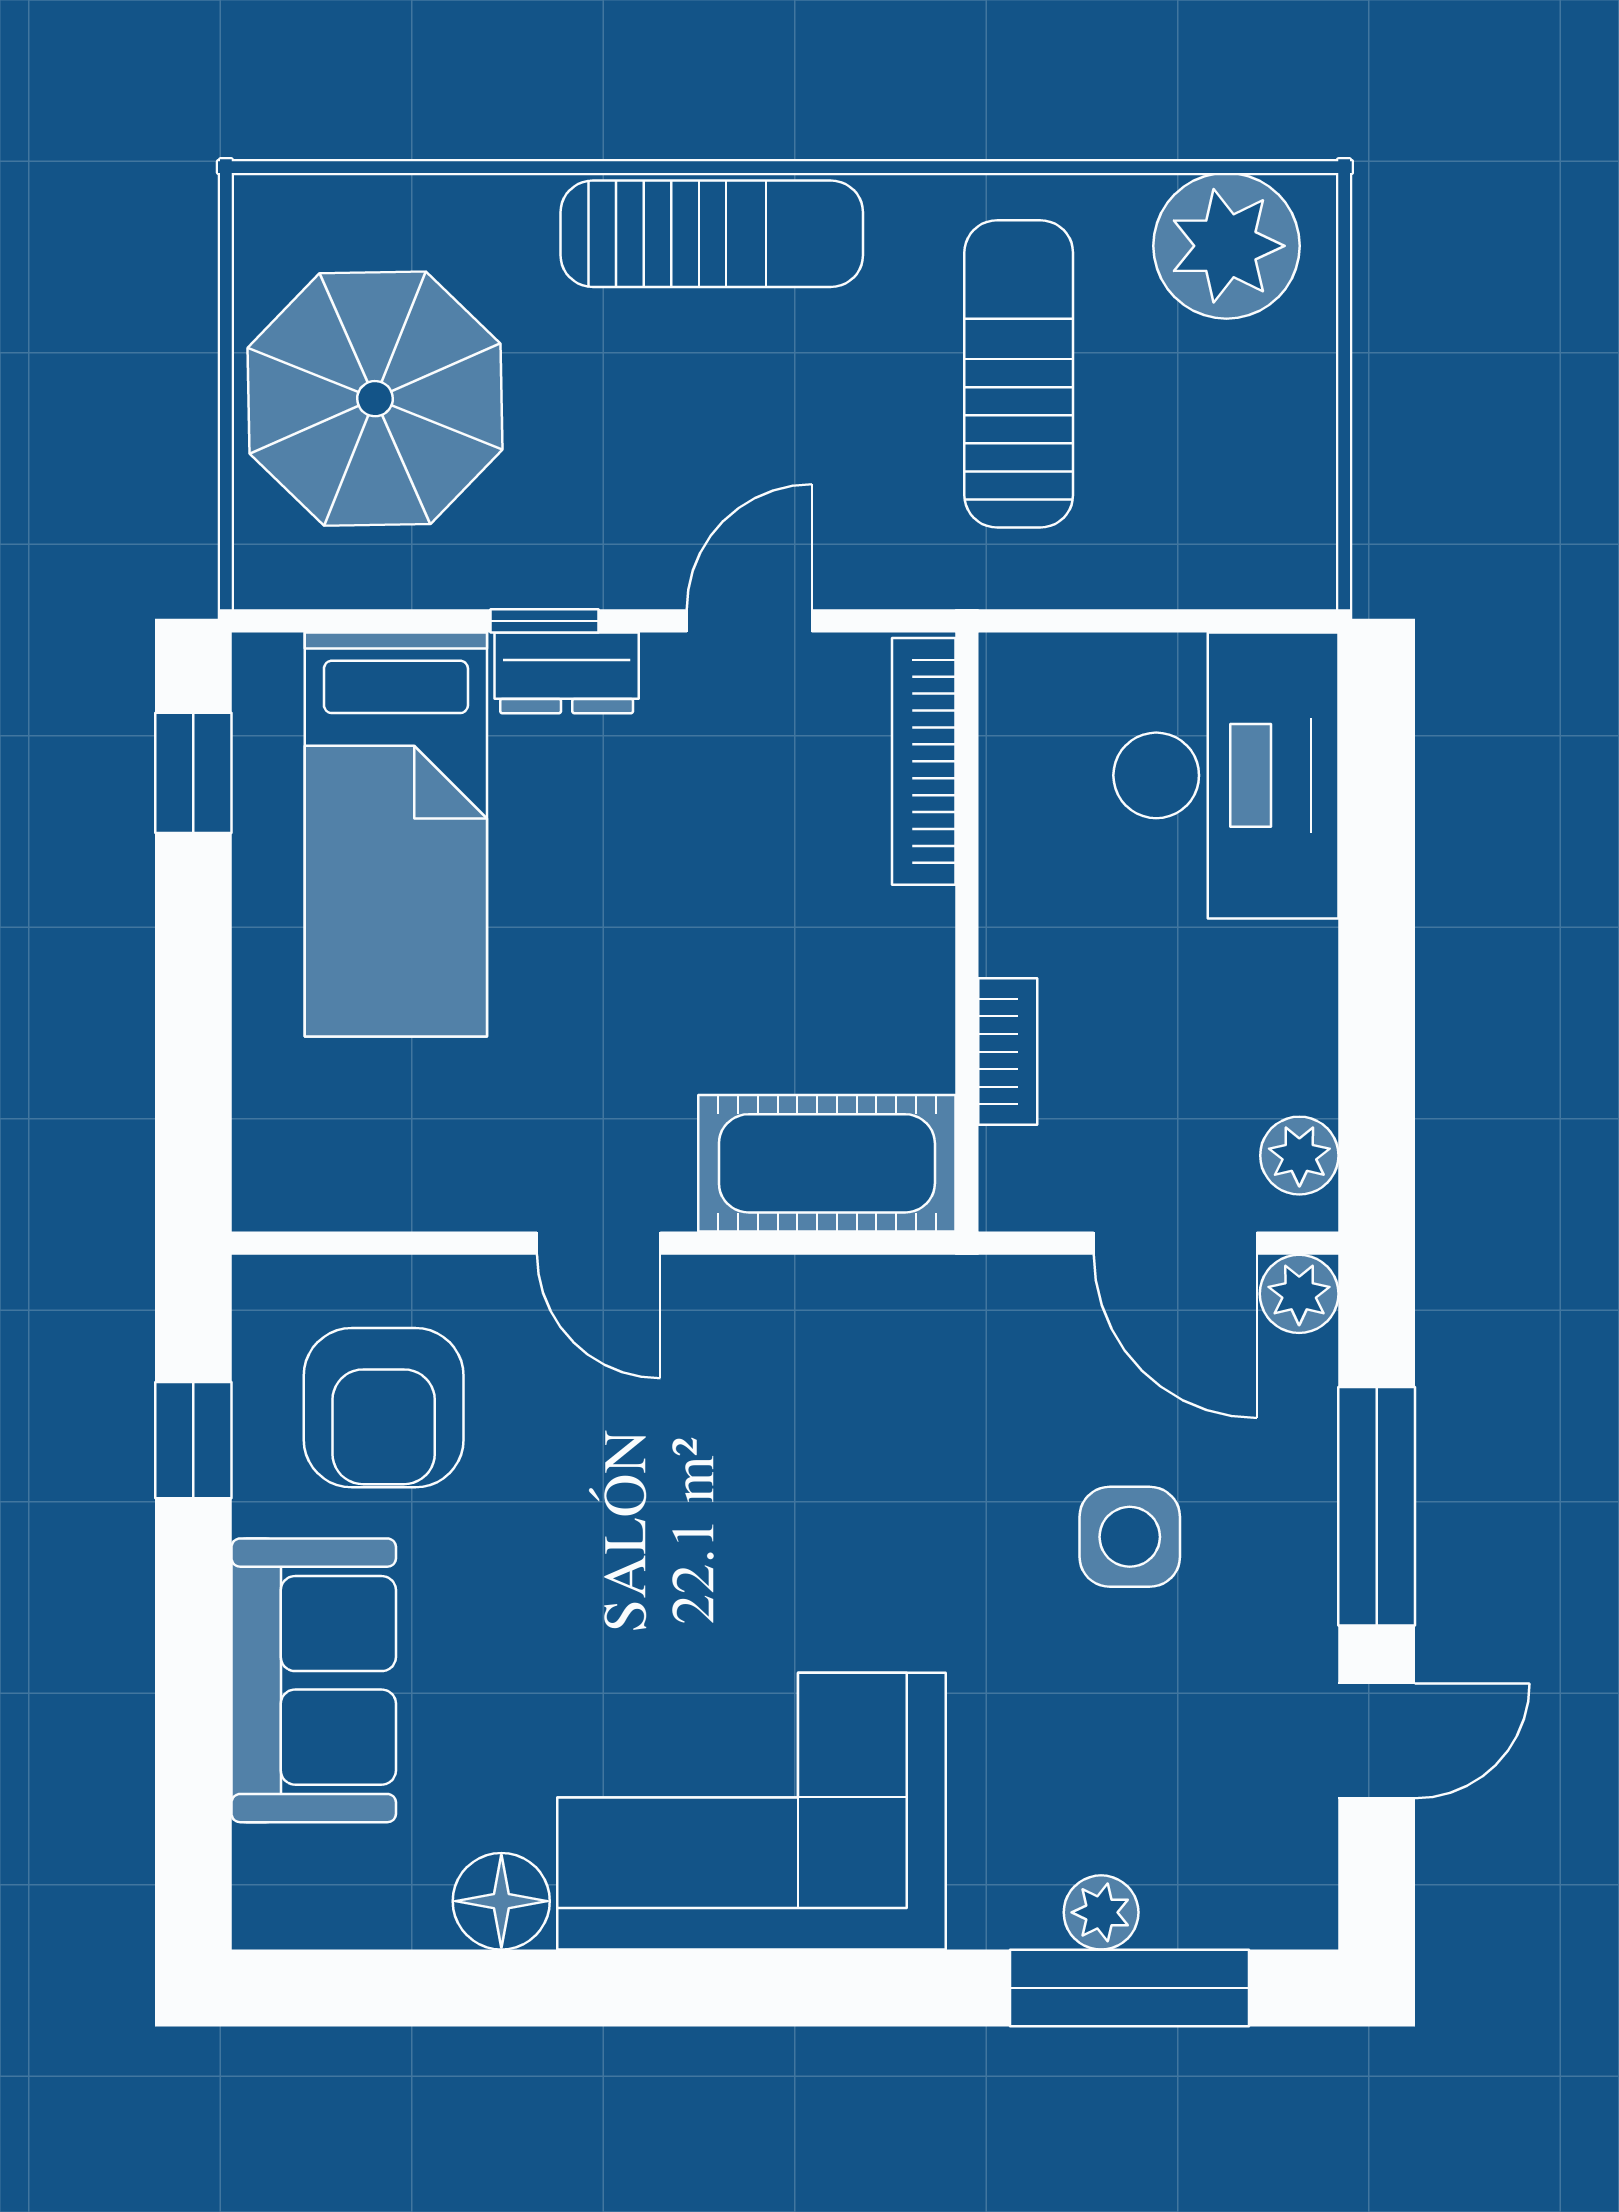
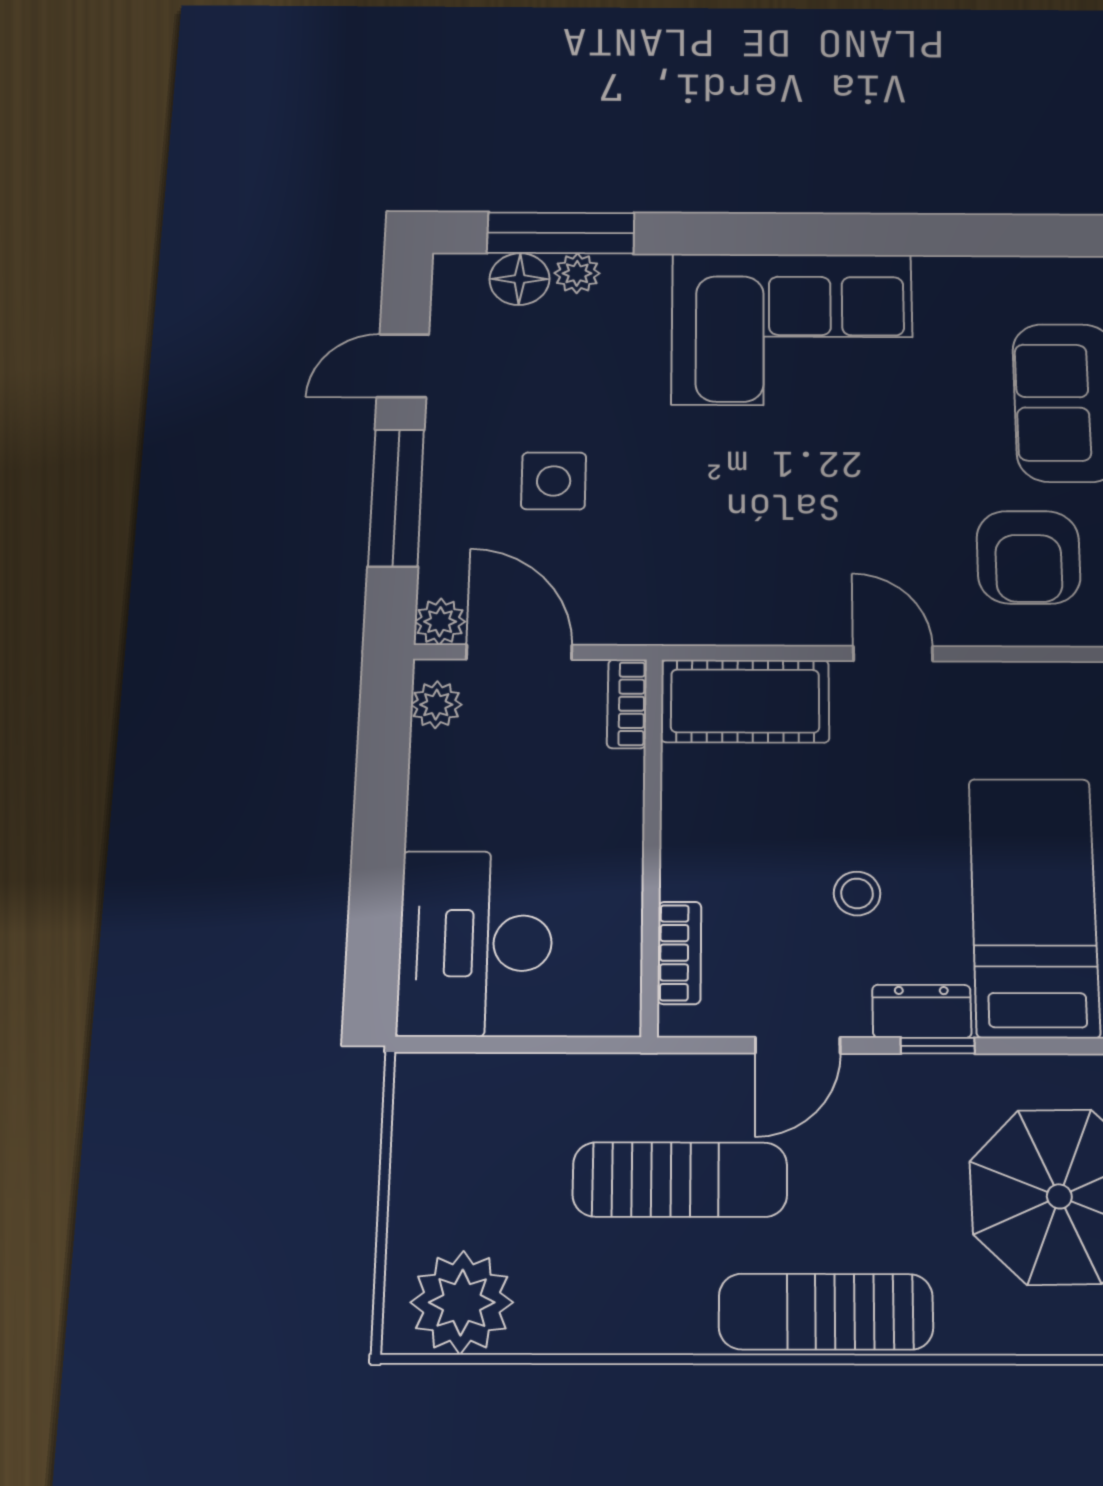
sun lounger: (1019, 374) -> (680, 1180), moved, turned -90
bookcase: (924, 761) -> (679, 953), width x0.64
stool: (659, 854) -> (857, 893), added
bookcase: (1008, 1052) -> (627, 704), moved
armchair: (384, 1408) -> (1028, 557), turned 180
floor lamp: (501, 1901) -> (519, 279), moved

